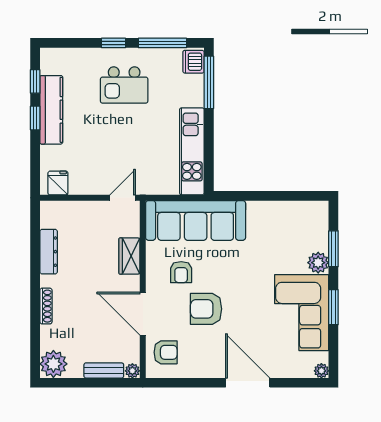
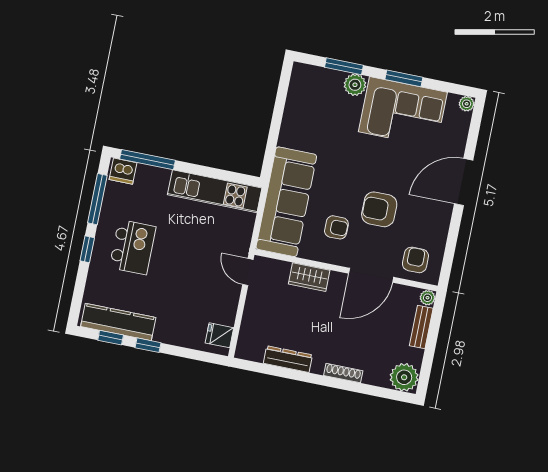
kitchen counter: (51, 110) -> (118, 322), moved
armchair: (206, 309) -> (379, 209), turned 90

